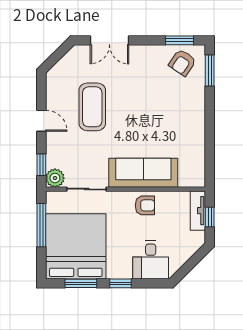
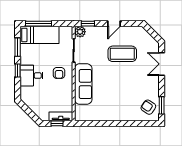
window: (210, 71) -> (144, 123), removed
armchair: (145, 205) -> (59, 73), moved
window: (41, 225) -> (38, 24), moved
bed: (76, 246) -> (40, 35), width x0.49
desk: (151, 260) -> (32, 76), moved

